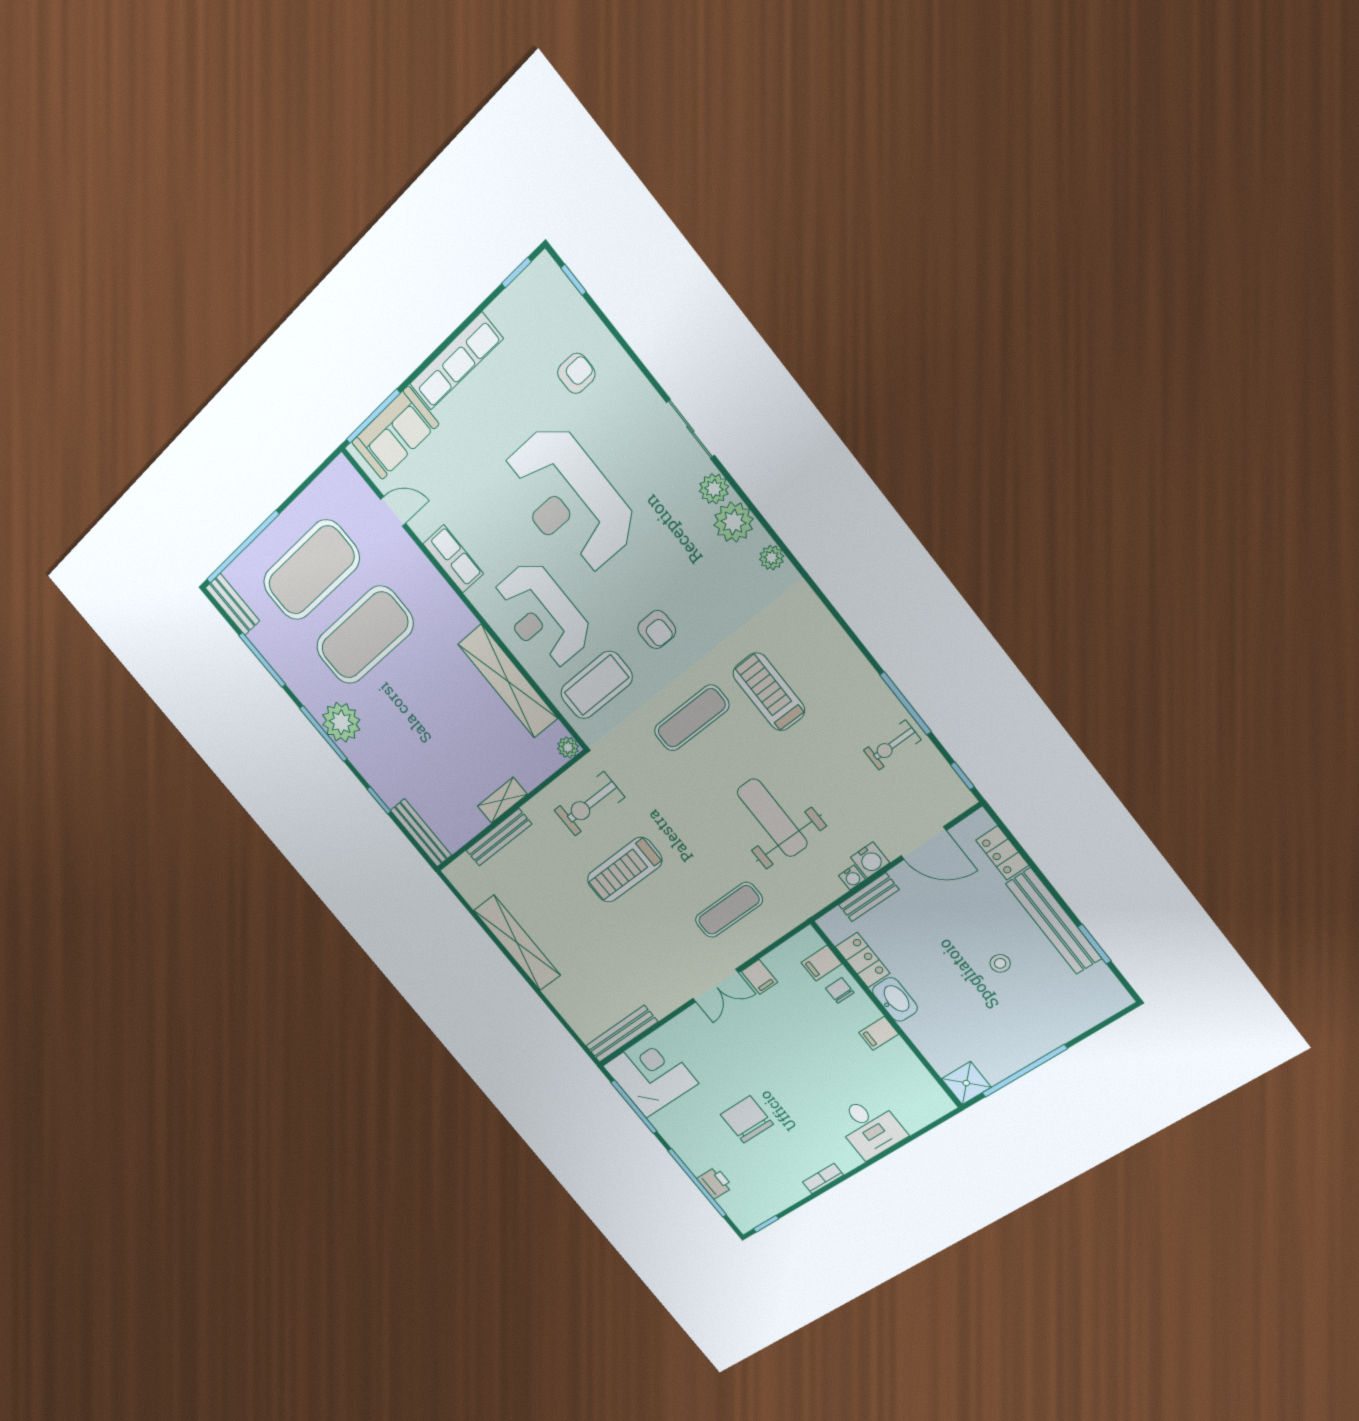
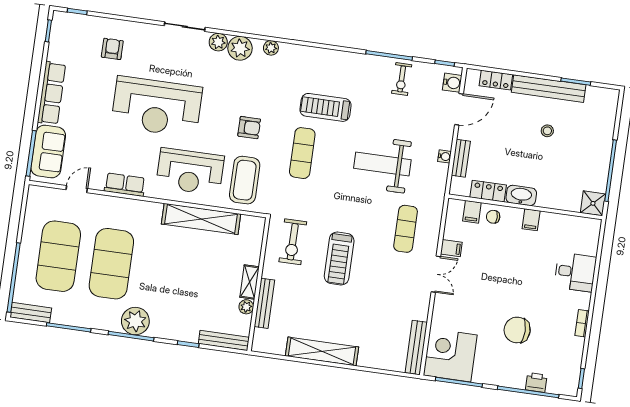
plant: (568, 747) -> (246, 307), moved
water cooler: (870, 860) -> (452, 83), moved

